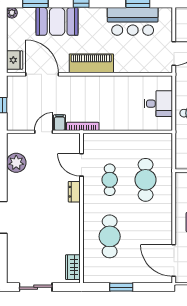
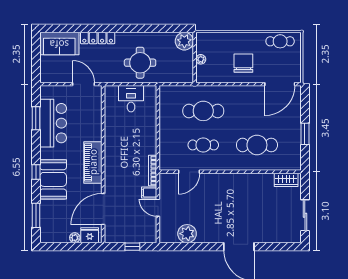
plant: (12, 13) -> (75, 238), moved
booth: (57, 21) -> (53, 179), moved
dresser: (74, 192) -> (215, 179), removed

